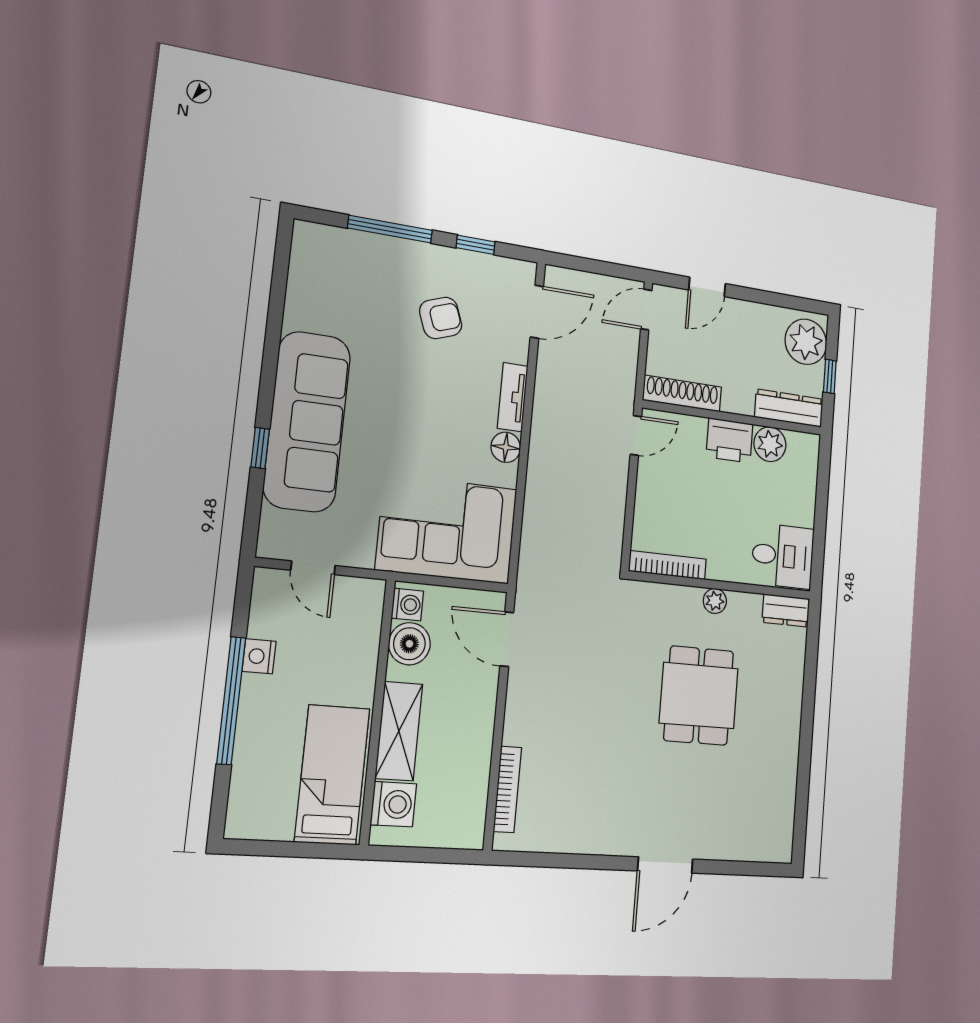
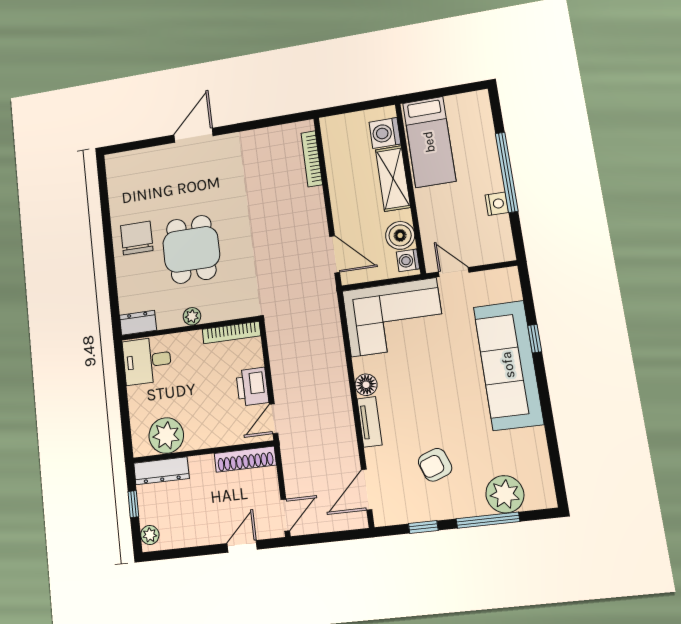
plant: (359, 255) -> (505, 494), added
plant: (806, 342) -> (150, 535), width x0.53, depth x0.53
printer: (730, 440) -> (252, 387), moved, turned -90
plant: (770, 444) -> (166, 436), width x1.36, depth x1.36
door: (313, 568) -> (454, 272), moved
chair: (768, 730) -> (137, 238), added

